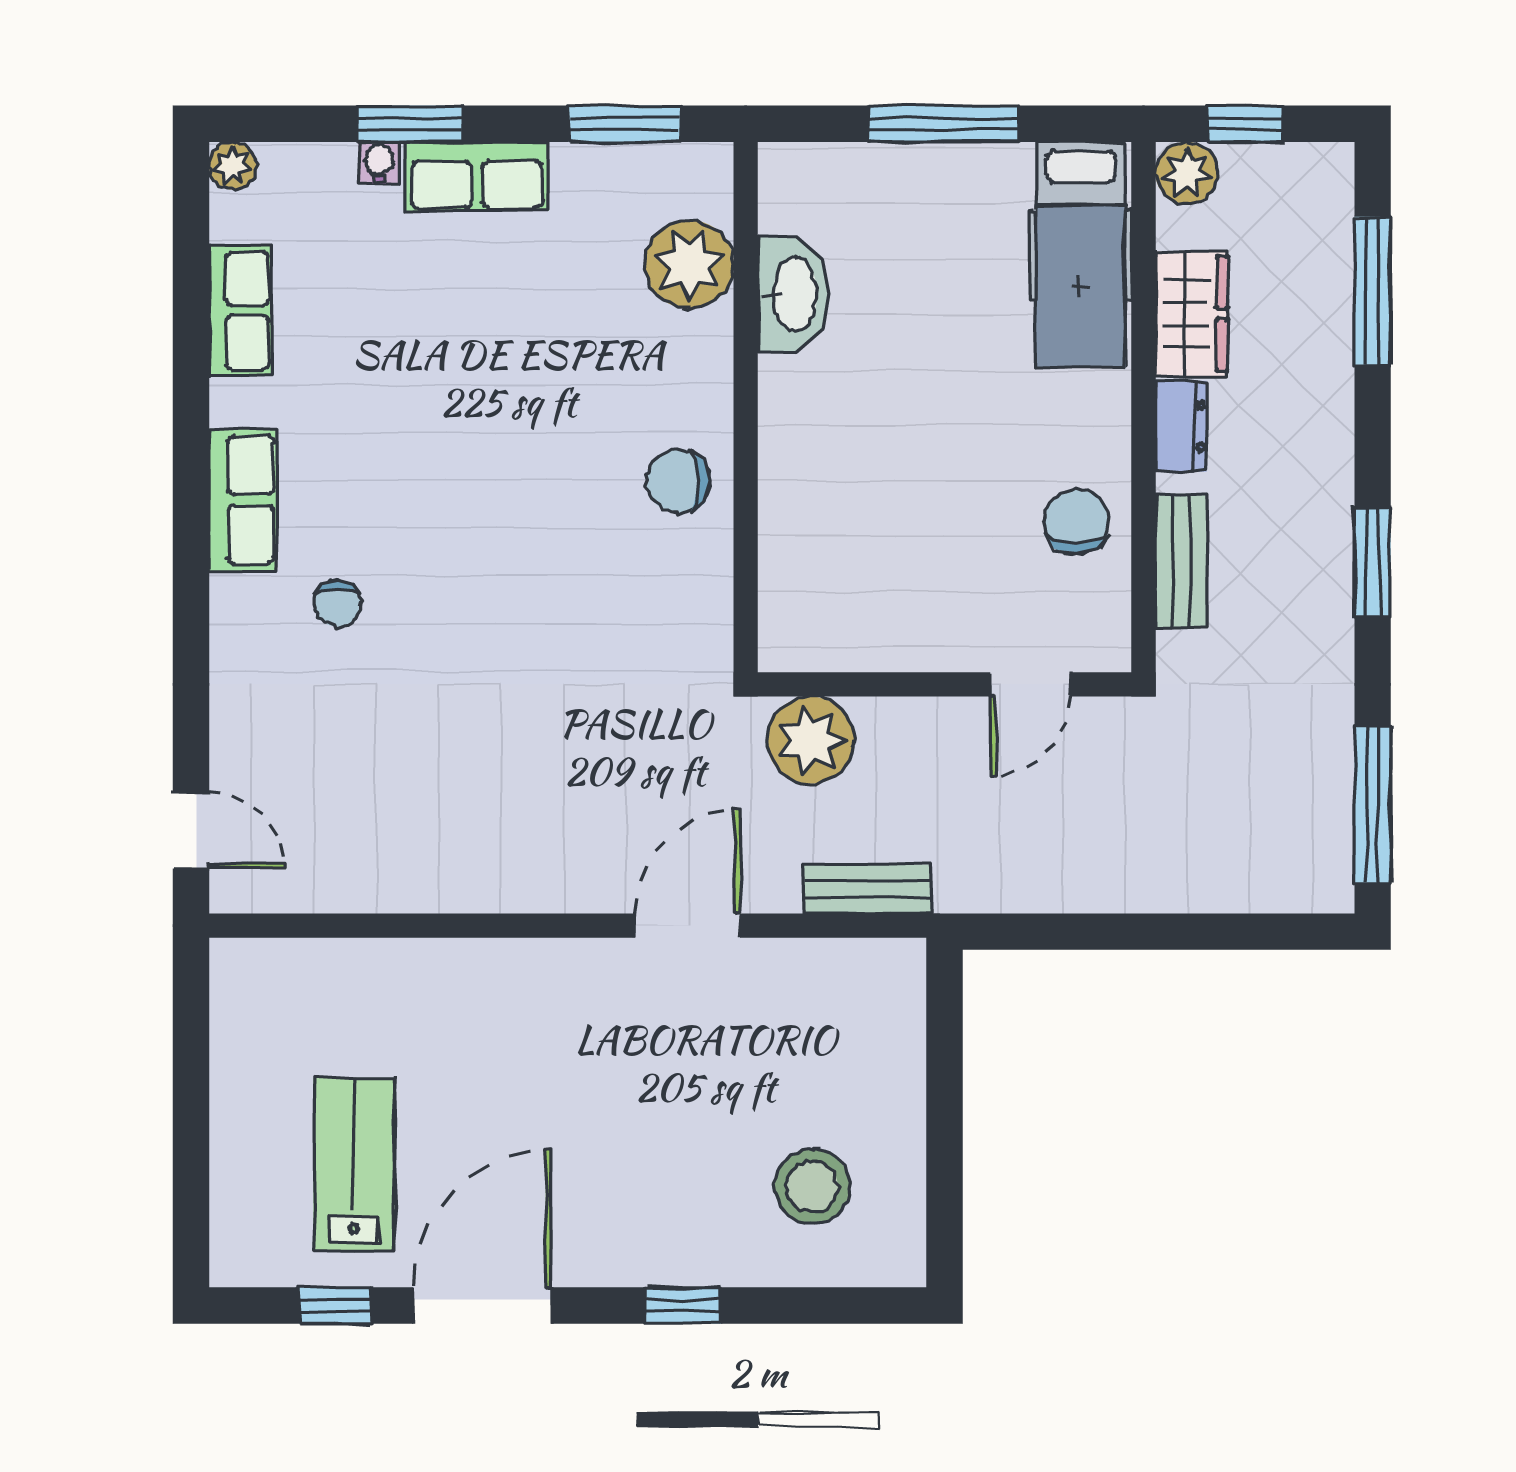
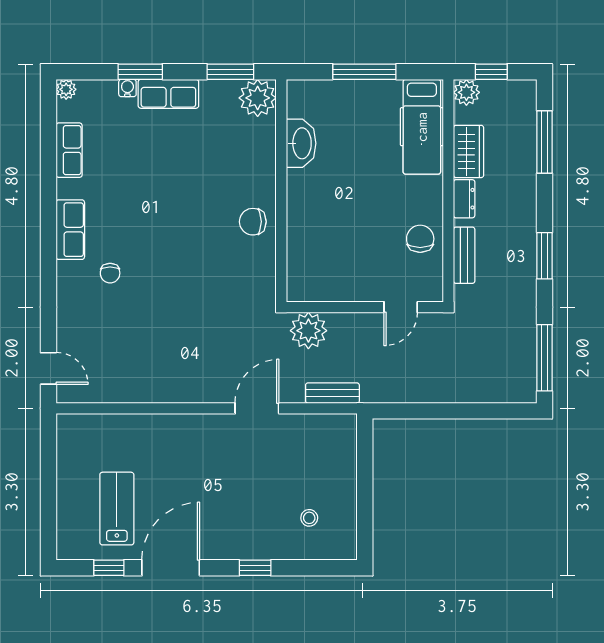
plant: (689, 264) -> (258, 98), moved
stool: (812, 1186) -> (309, 518), width x0.53, depth x0.53

